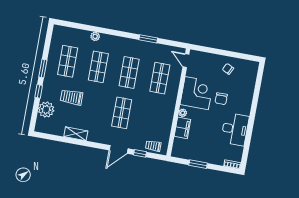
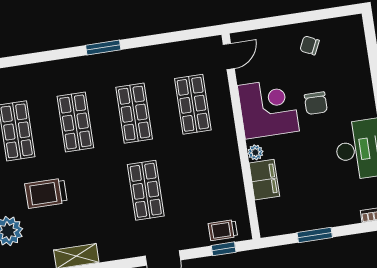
plant: (95, 36) -> (51, 69), removed
window: (148, 39) -> (103, 47), moved
door: (186, 61) -> (229, 56), swing flipped
window: (140, 153) -> (224, 249), moved

